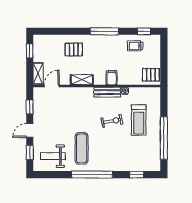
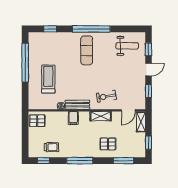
window: (57, 31) -> (123, 161), added
exercise bike: (112, 121) -> (106, 96), moved
exercise mat: (82, 148) -> (87, 50), moved

